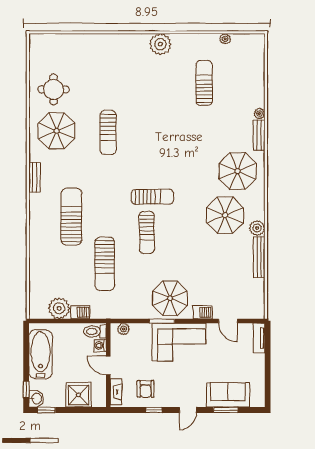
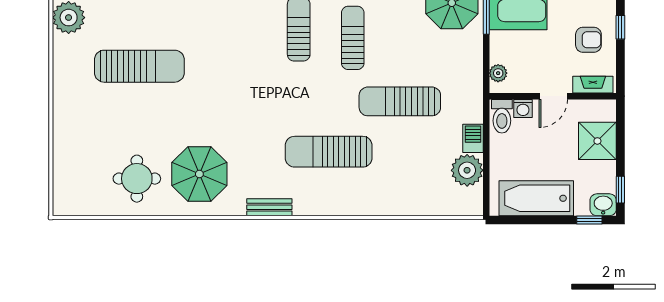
sun lounger: (108, 132) -> (139, 66), moved, width x1.36, depth x1.34
sun lounger: (147, 233) -> (353, 38), turned -90
sun lounger: (105, 264) -> (400, 101), turned 180

